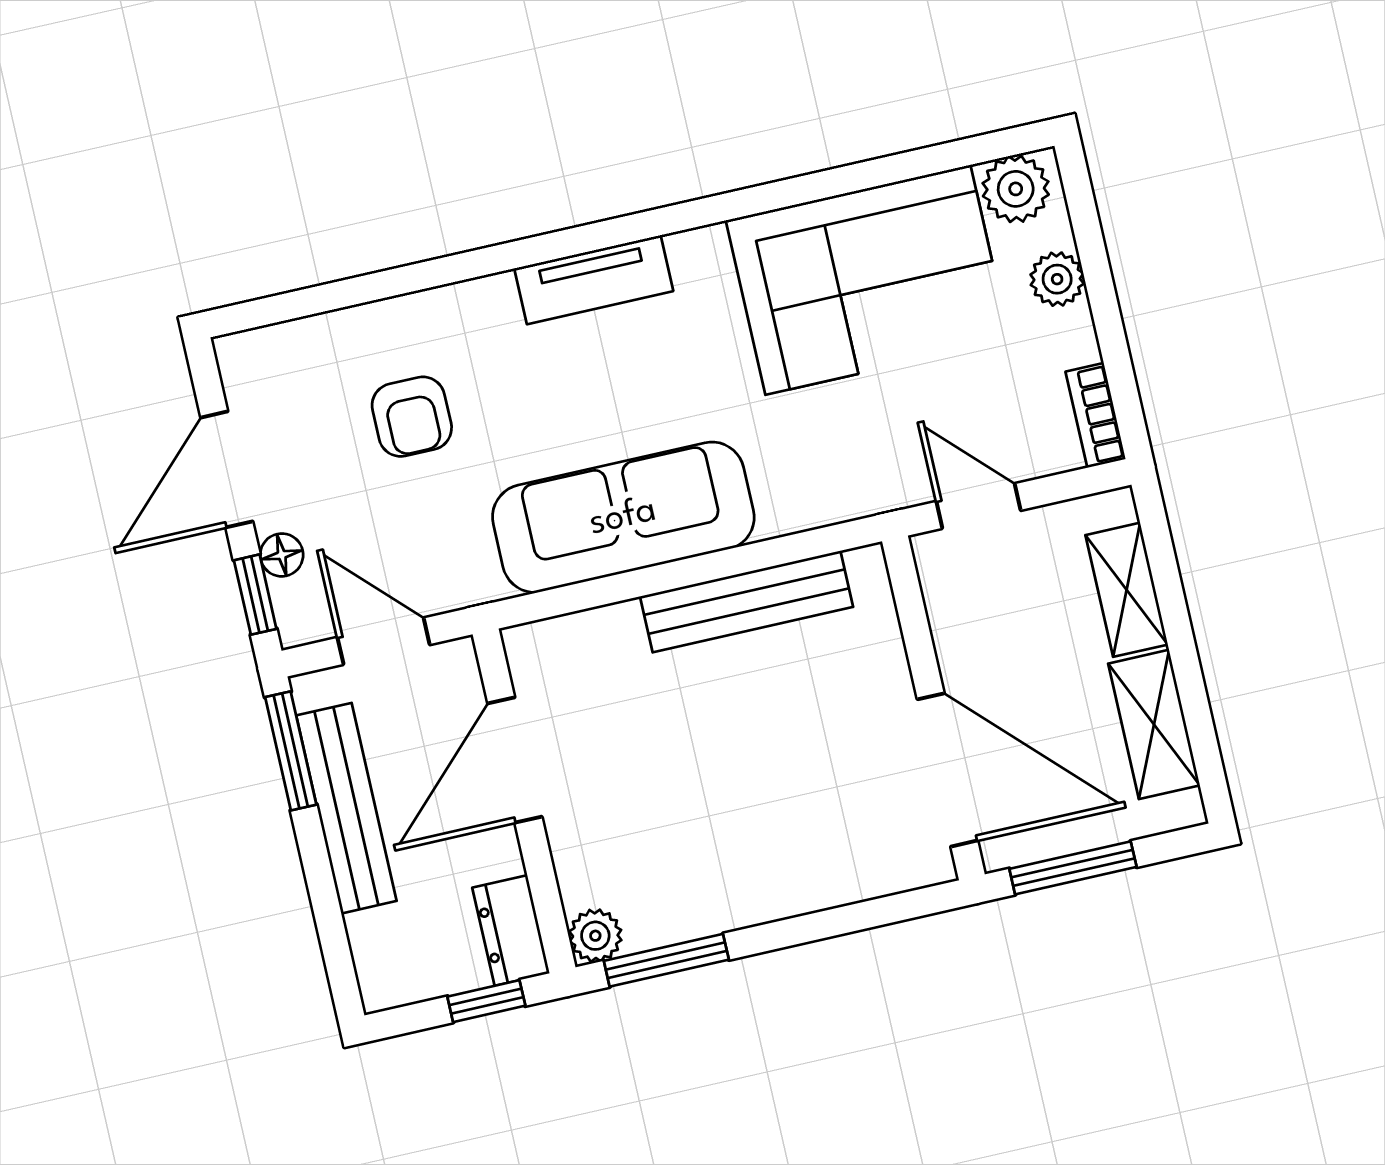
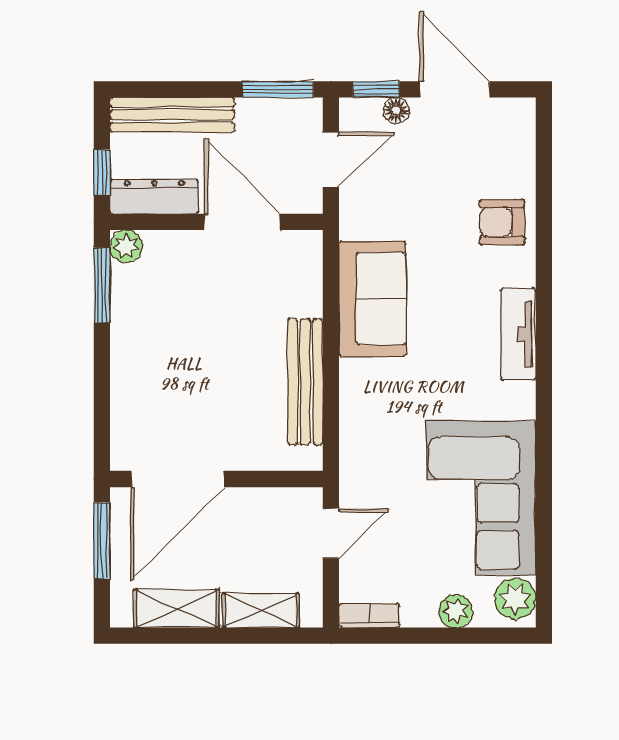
armchair: (412, 417) -> (502, 222), moved
sofa: (623, 517) -> (372, 299), width x0.73
bench: (346, 808) -> (172, 115), moved
dresser: (511, 930) -> (154, 197), width x1.44

